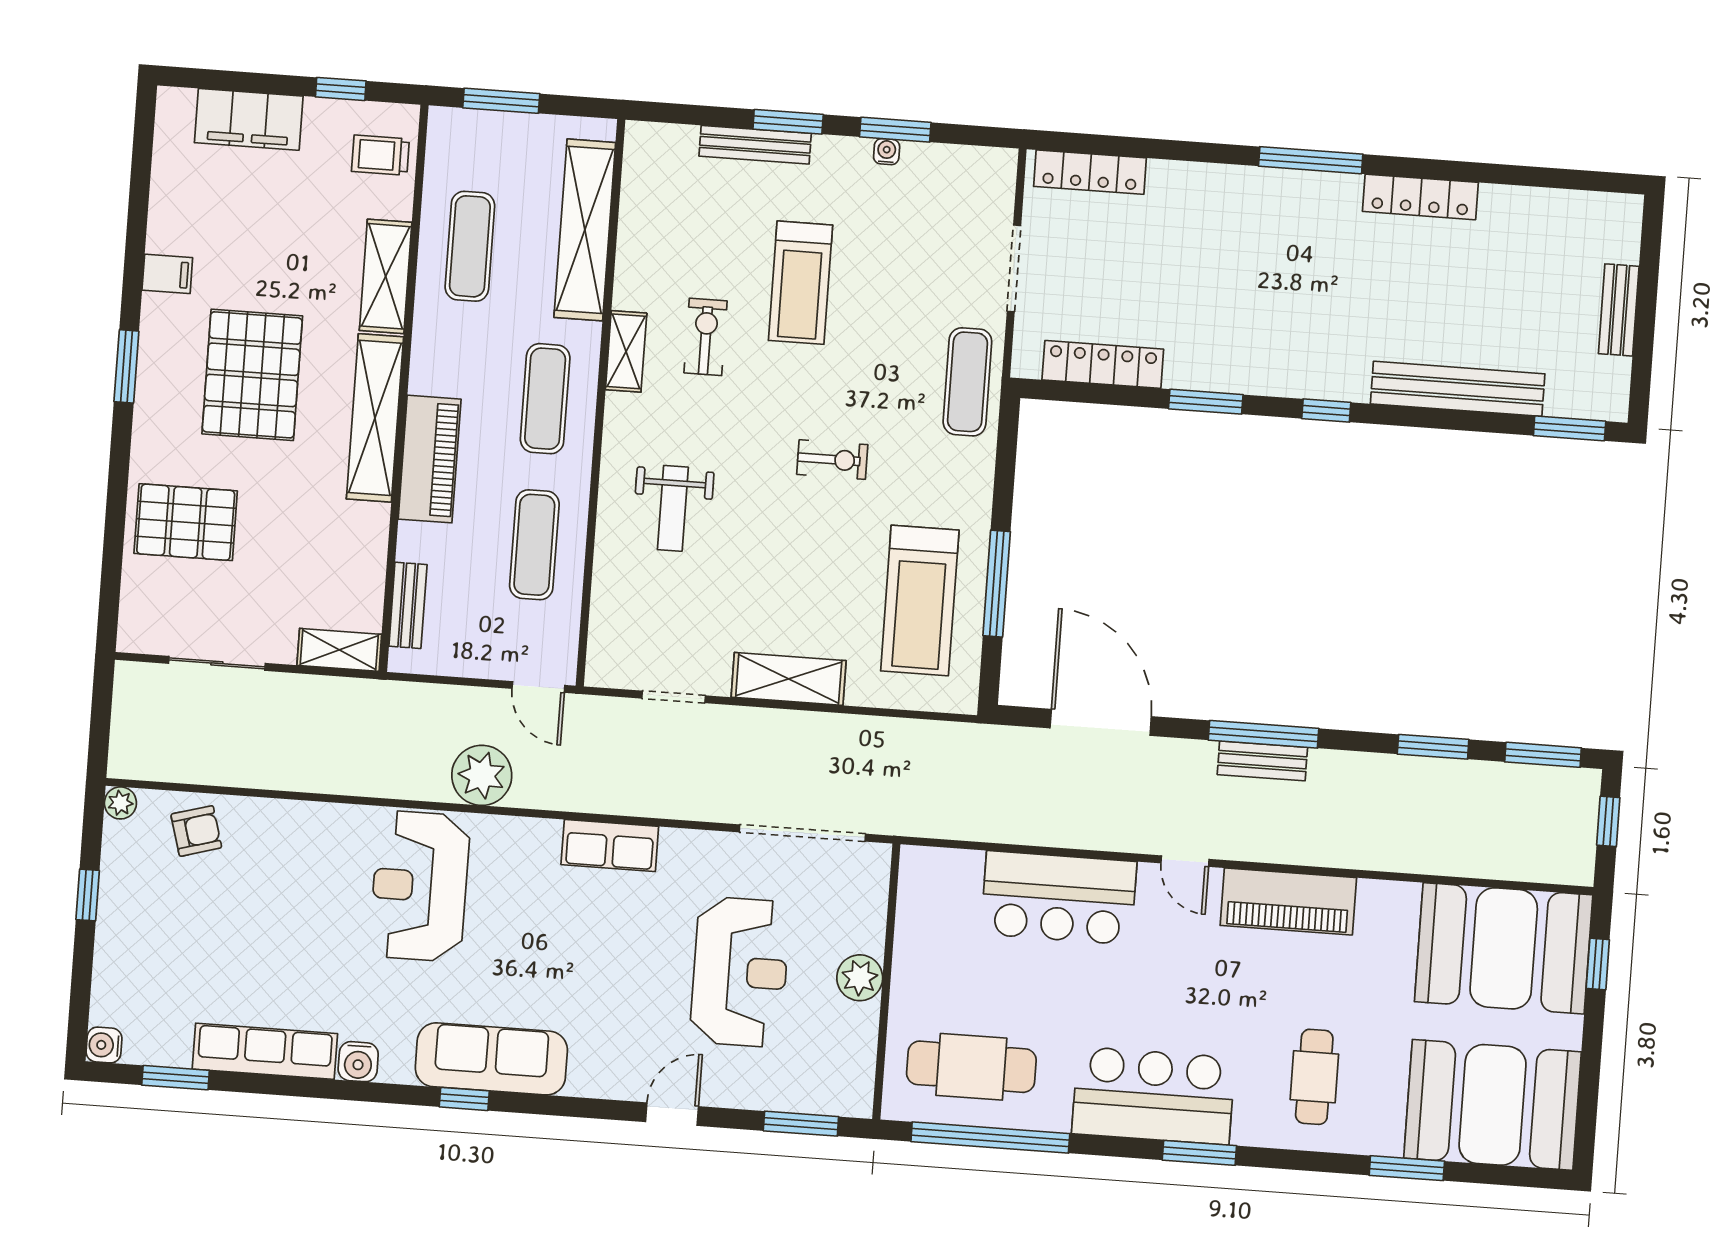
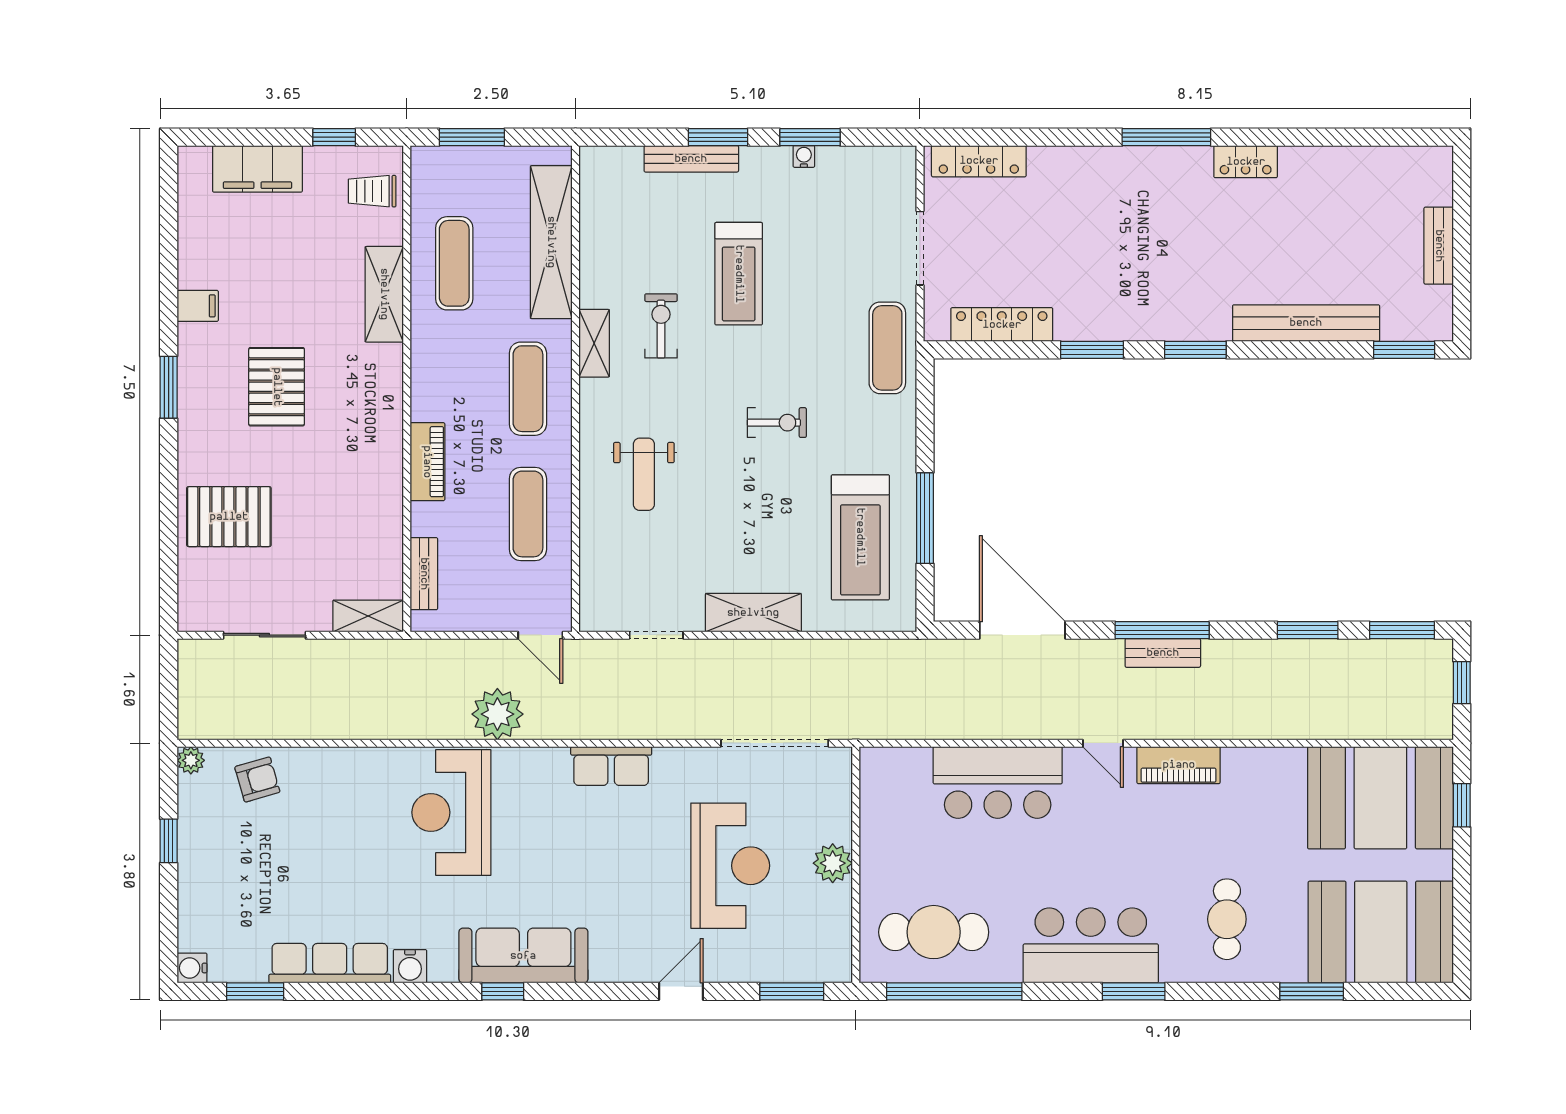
locker: (1420, 197) -> (1246, 162), width x0.66
pallet: (252, 375) -> (277, 387), width x0.73, depth x0.71
window: (1326, 411) -> (1195, 350), width x1.50
shelving: (375, 418) -> (384, 416), removed
piano: (430, 459) -> (427, 462), width x0.73, depth x0.75
piano: (1288, 902) -> (1179, 765), width x0.73, depth x0.75

